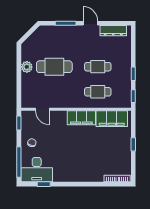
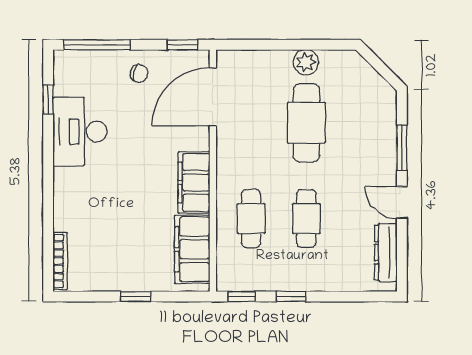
door: (90, 23) -> (402, 202), swing flipped
door: (42, 109) -> (213, 97), width x1.88
desk: (37, 170) -> (80, 132), moved

